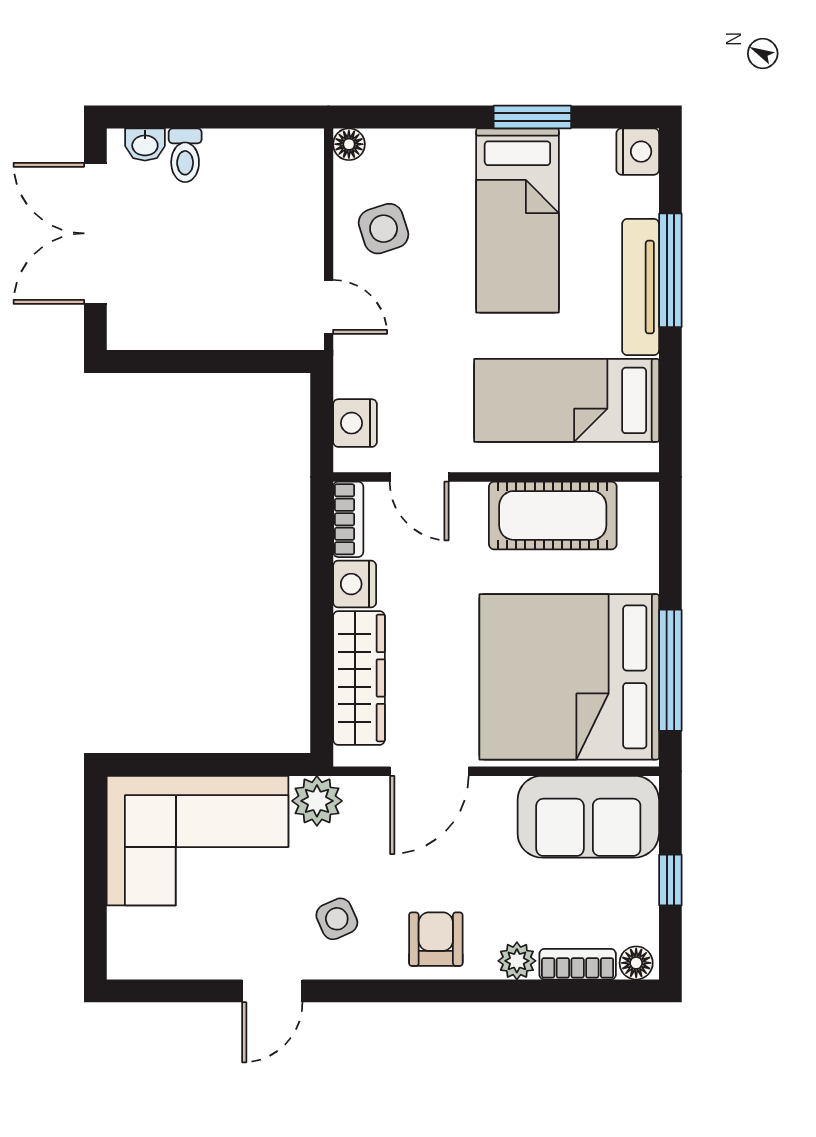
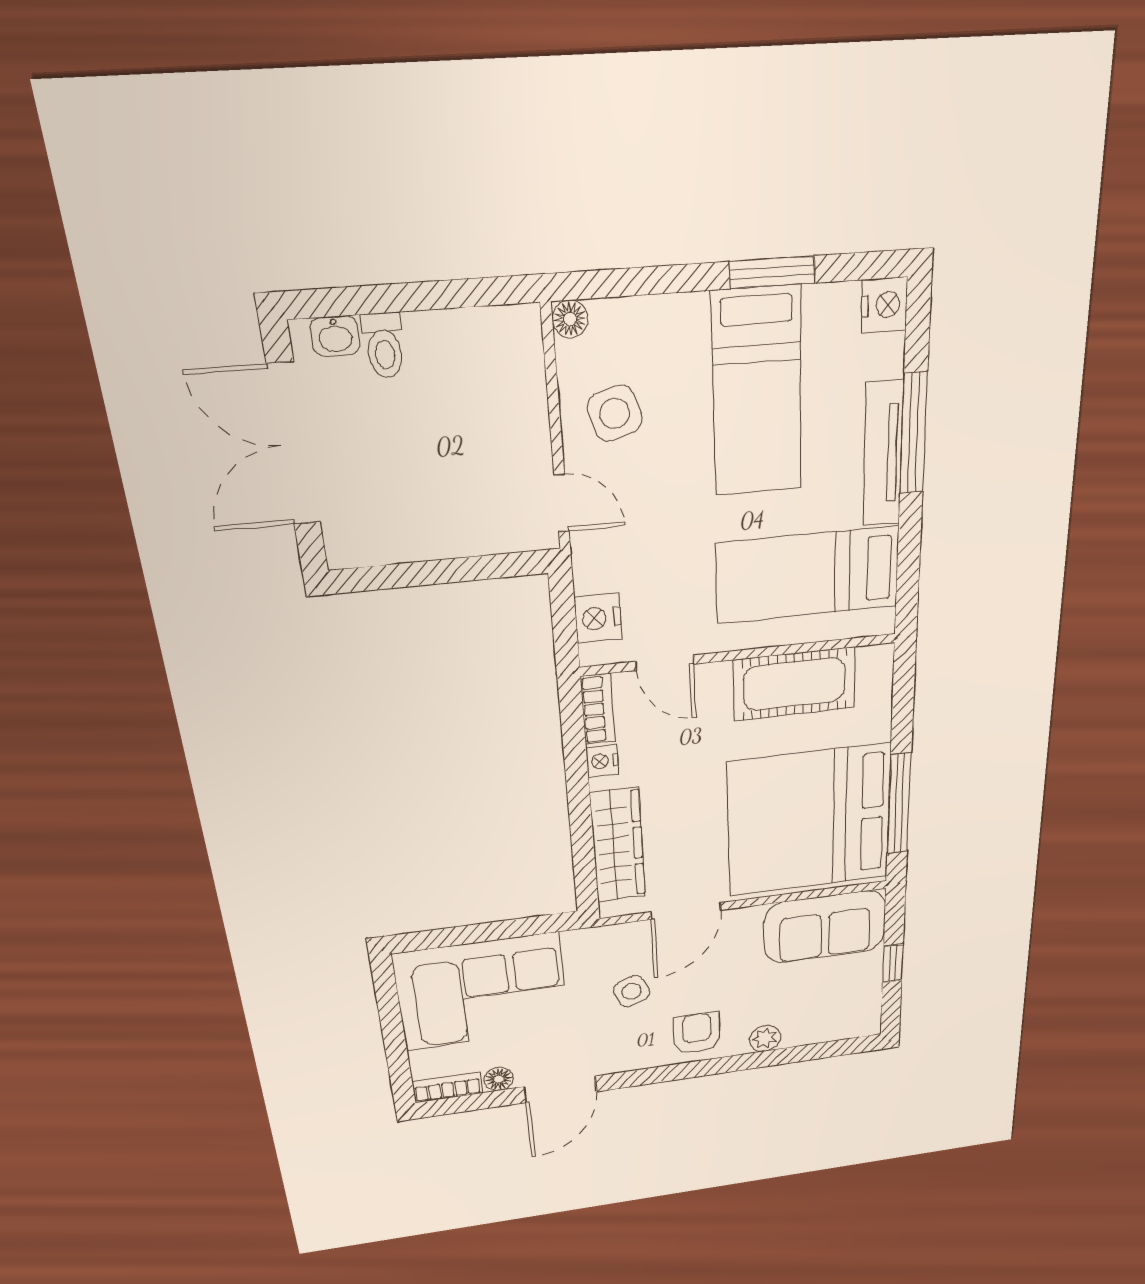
nightstand: (355, 584) -> (602, 761), width x0.72, depth x0.74
plant: (317, 801) -> (587, 947), removed
side table: (337, 919) -> (631, 991), moved
floor lamp: (636, 963) -> (499, 1079), moved
bookcase: (578, 964) -> (447, 1087), moved
door: (272, 991) -> (560, 1089), width x1.37

